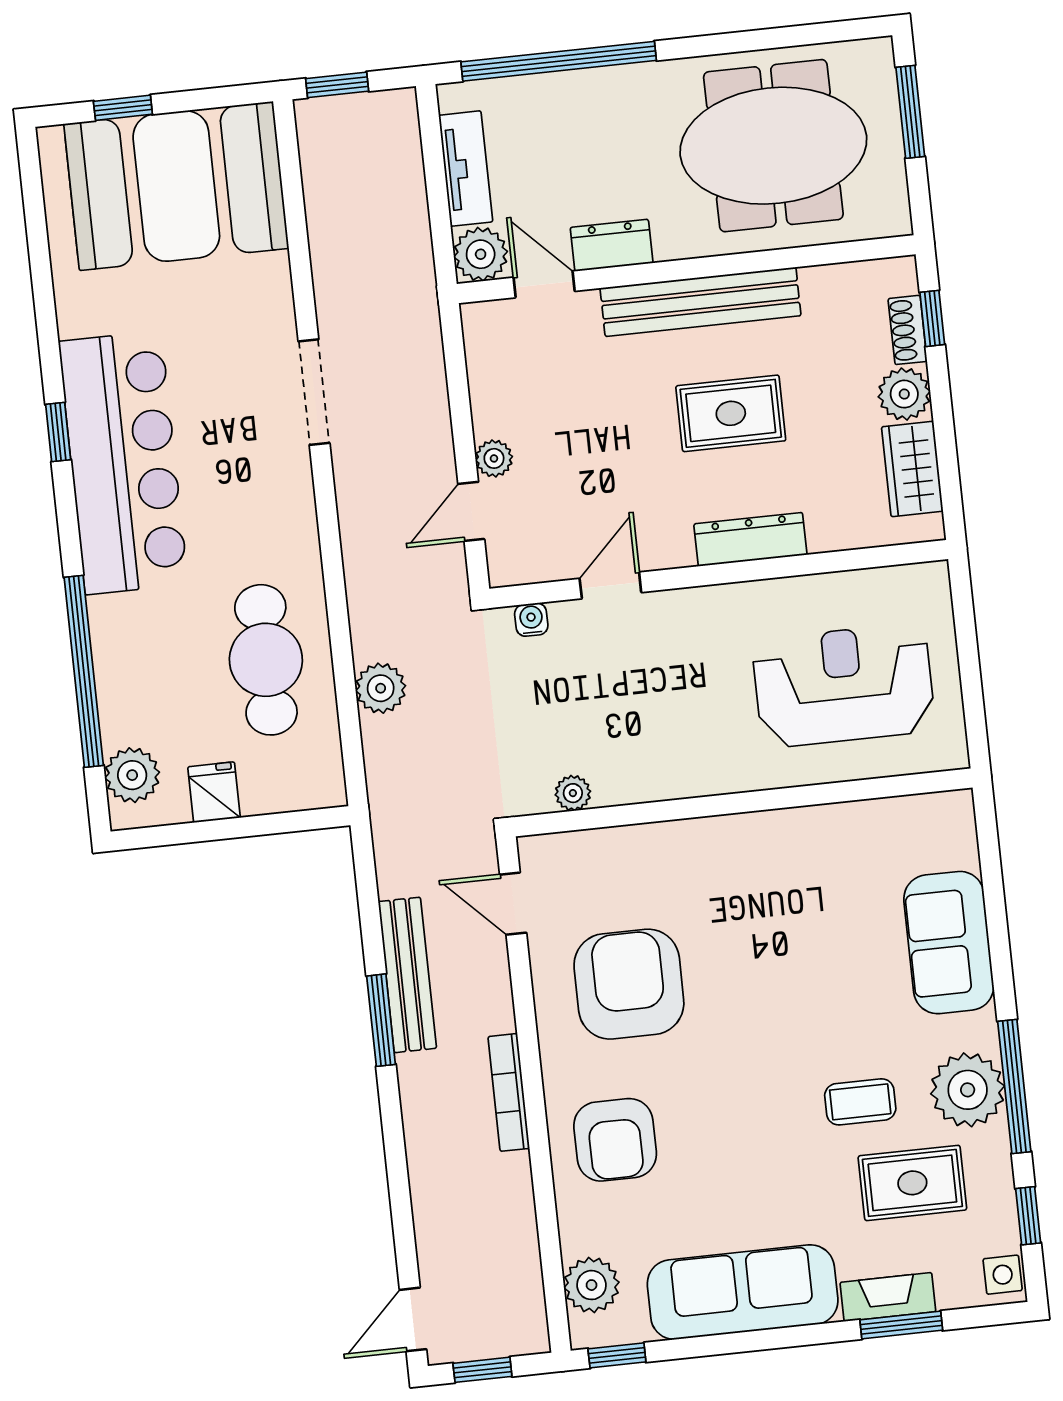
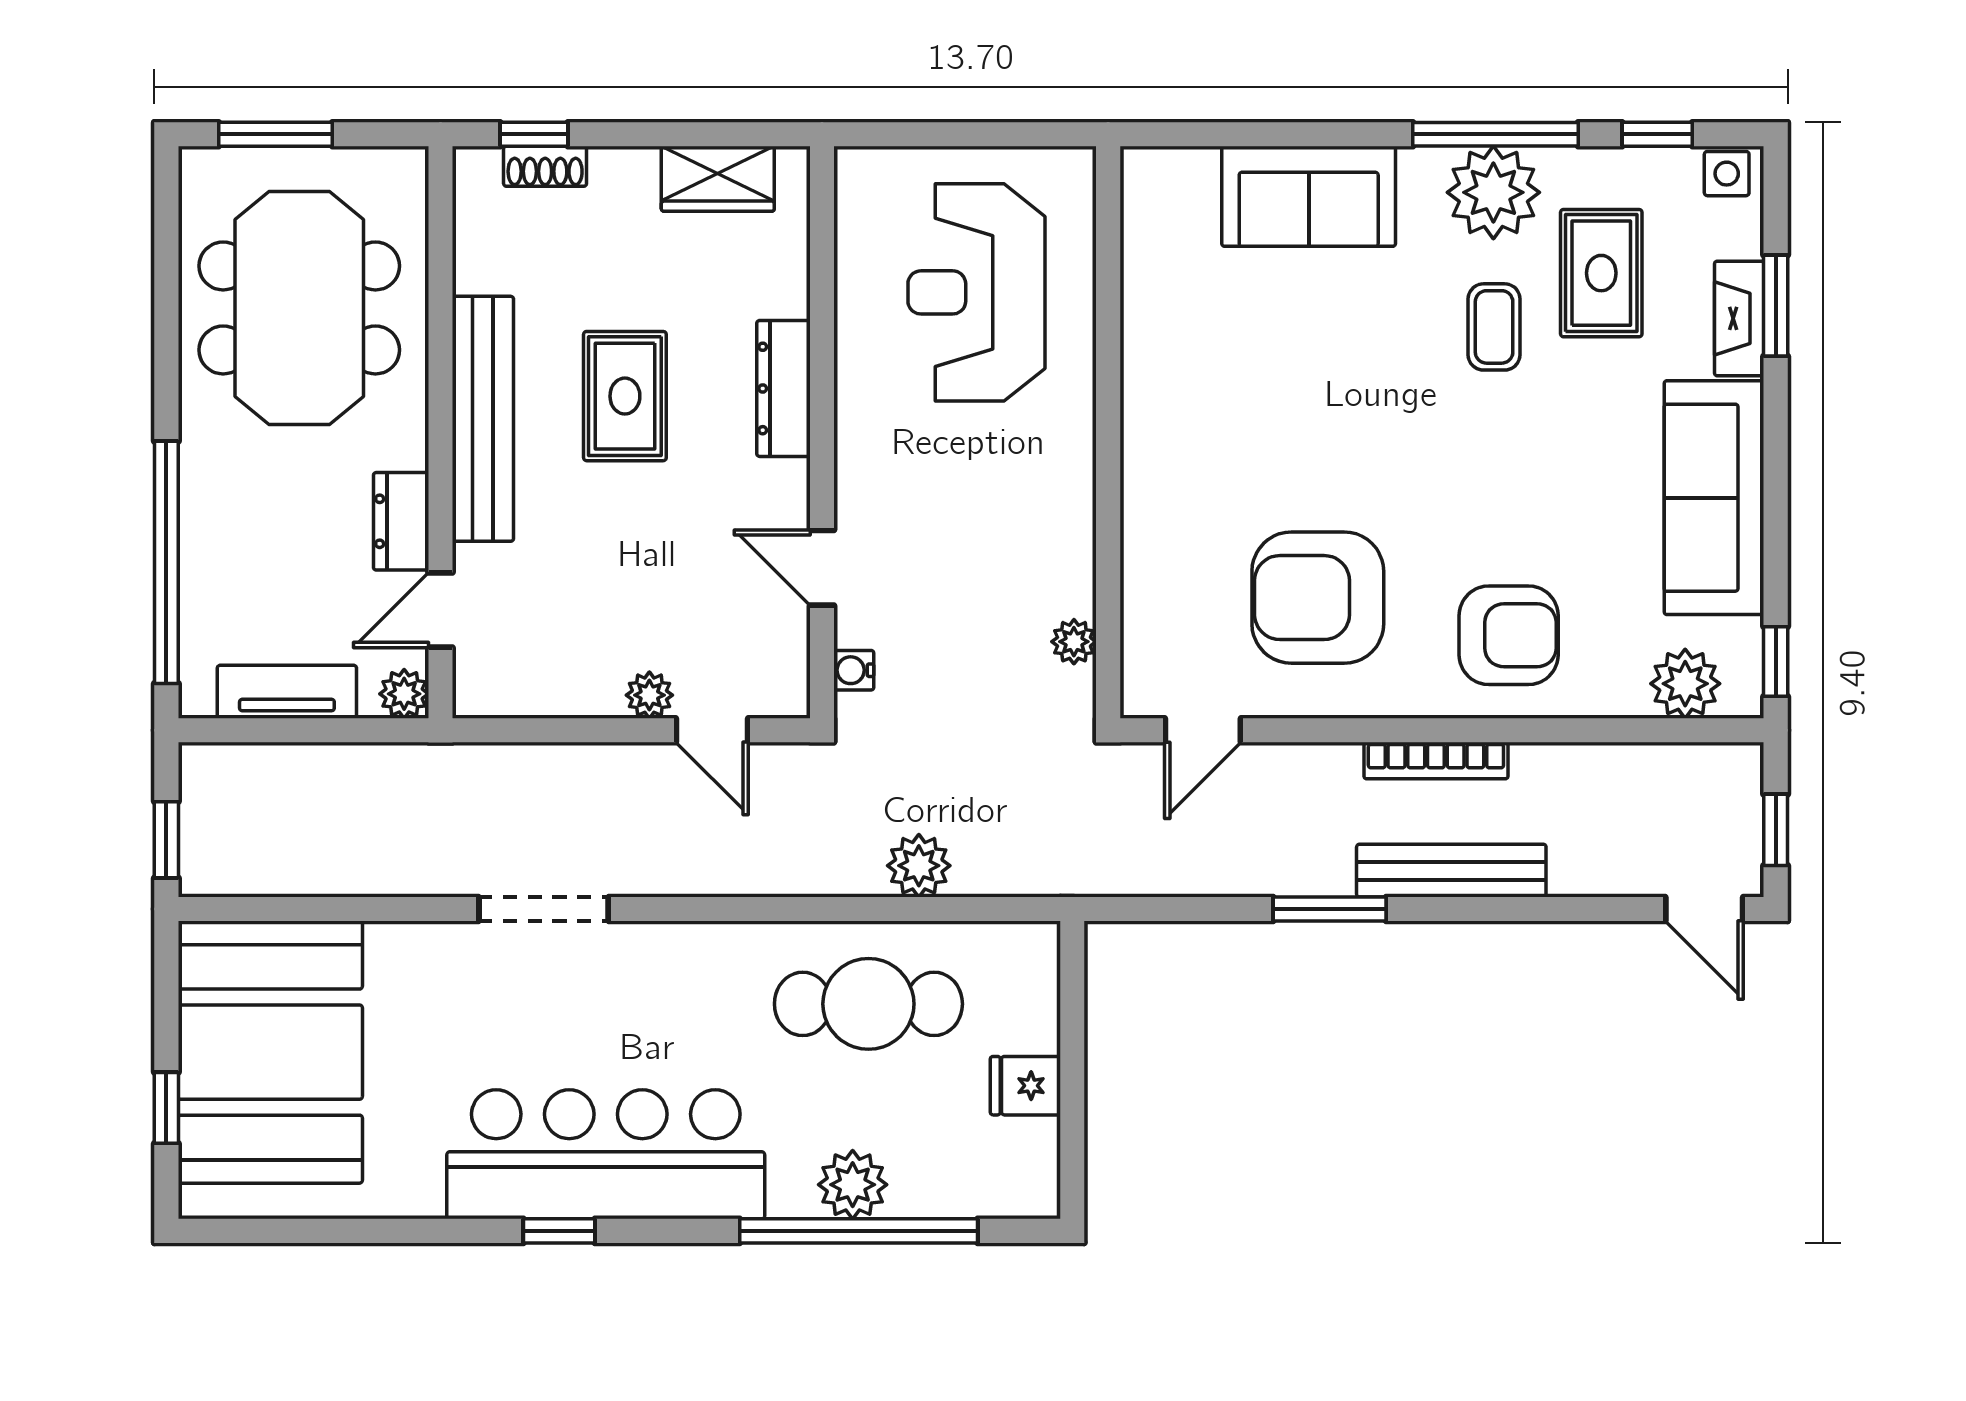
plant: (481, 254) -> (404, 694), width x0.73, depth x0.73
plant: (904, 394) -> (624, 179), removed
plant: (132, 775) -> (853, 1185), moved
bench: (407, 975) -> (1451, 871), moved

